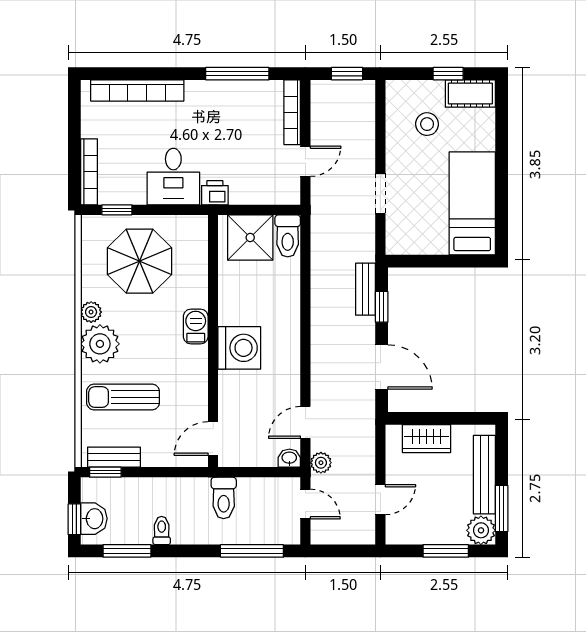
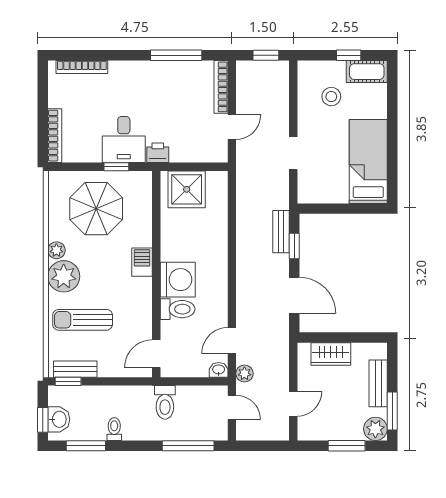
bookcase: (137, 90) -> (82, 67), width x0.68, depth x0.76
window: (117, 210) -> (116, 167), moved
toilet: (288, 236) -> (178, 309), moved, turned -90
bench: (484, 475) -> (378, 383), width x0.73

